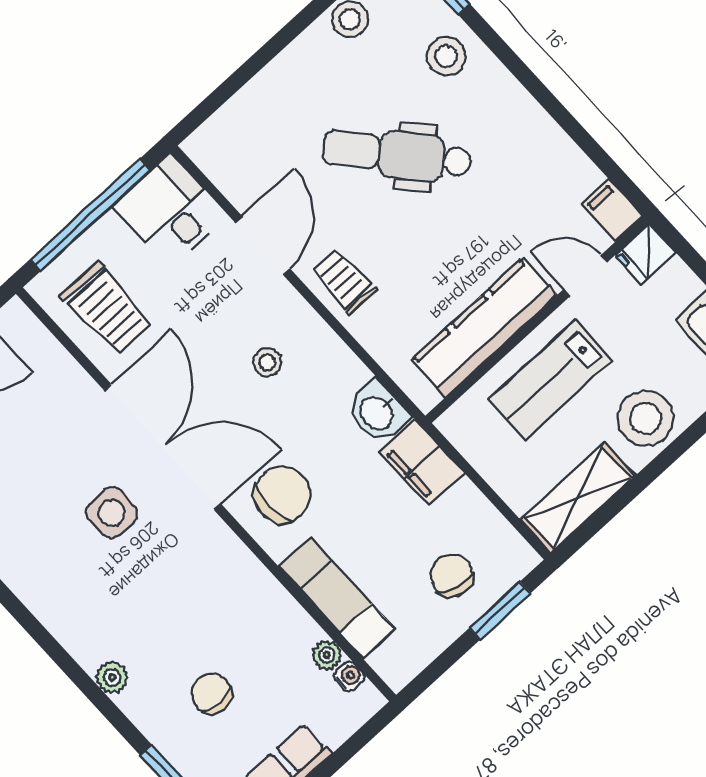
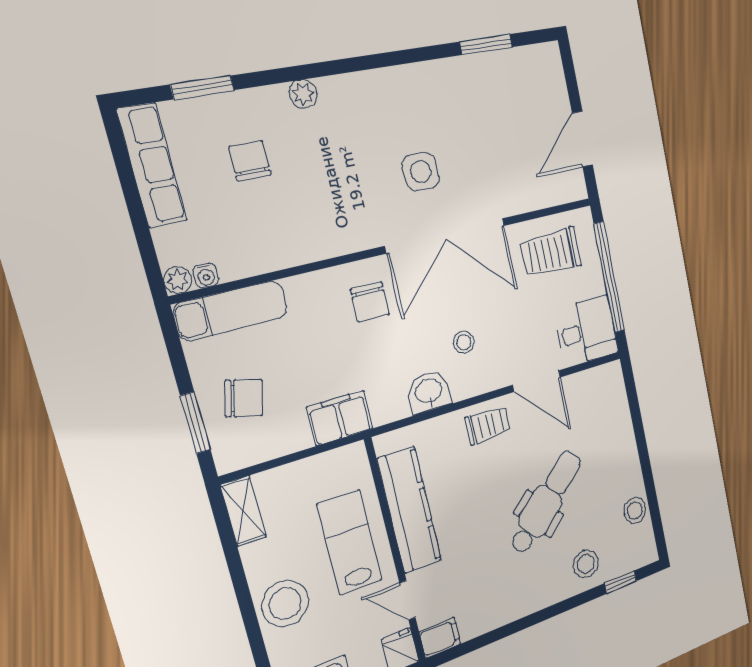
door: (586, 275) -> (407, 600), swing flipped
washbasin: (377, 412) -> (429, 392), moved
chair: (282, 495) -> (370, 302), width x0.73, depth x0.73
shelving: (578, 498) -> (243, 511), width x0.67, depth x0.75
exam couch: (337, 598) -> (231, 311), moved
plant: (327, 655) -> (178, 280), moved
chair: (211, 694) -> (250, 161), turned -90

